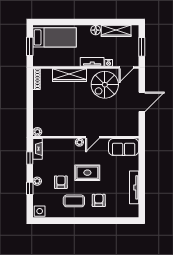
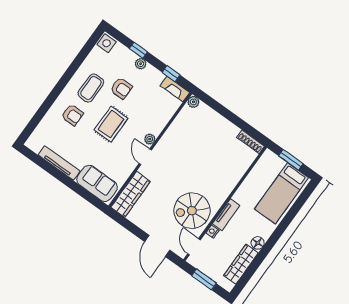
wardrobe: (69, 75) -> (131, 194), moved, turned 180
spiral stairs: (105, 85) -> (192, 211), turned -90
door: (142, 102) -> (157, 246), moved
sofa: (124, 147) -> (97, 183), moved, turned 90

